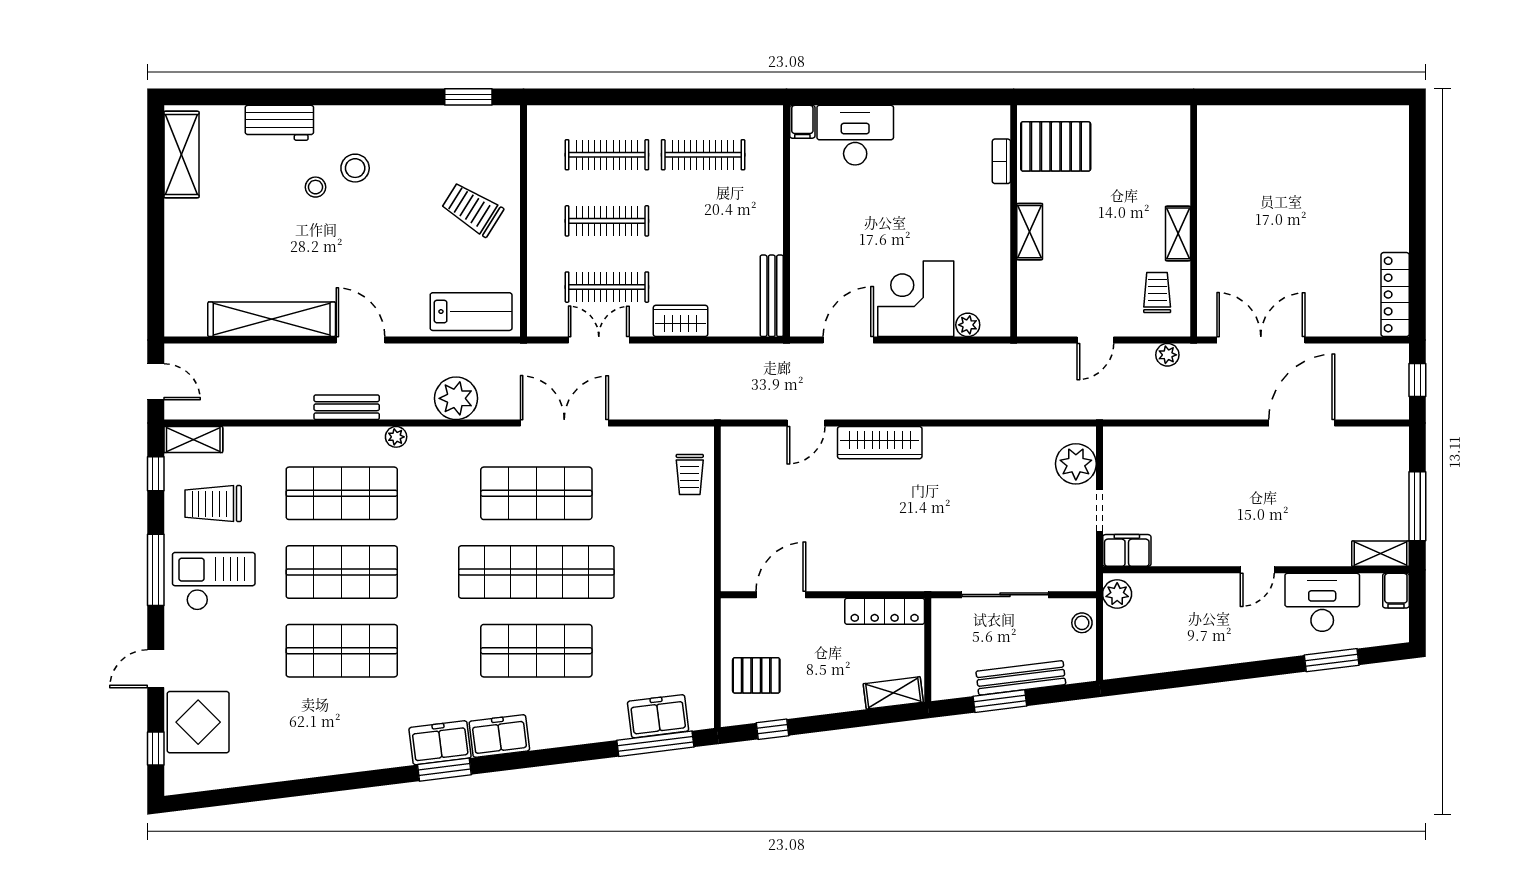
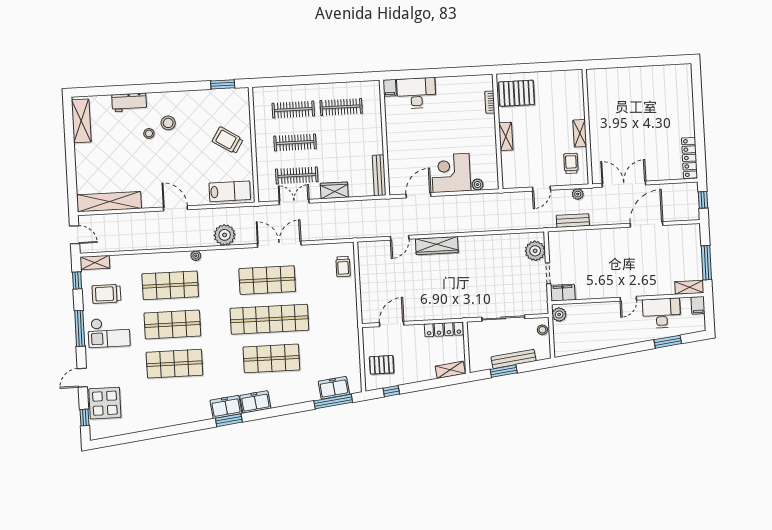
shelving: (272, 319) -> (109, 202), moved
bench: (347, 407) -> (573, 221), moved
checkout: (214, 581) -> (109, 333), turned 180

